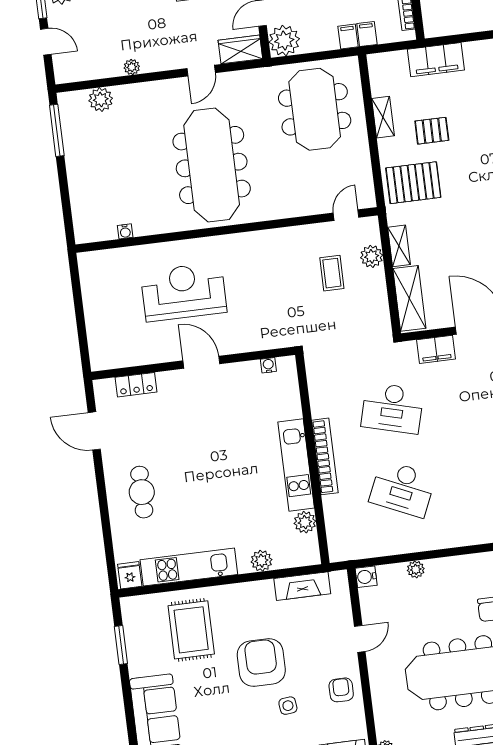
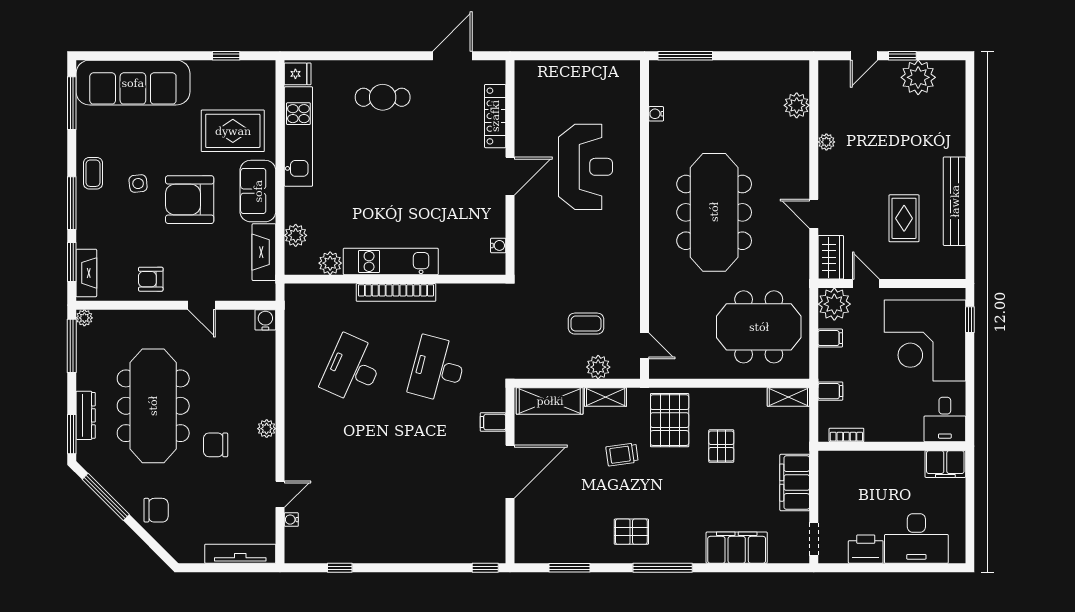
filing cabinet: (348, 37) -> (830, 338), moved
filing cabinet: (436, 60) -> (795, 483), moved
shelving: (383, 117) -> (788, 397), moved
window: (57, 130) -> (685, 56), moved
meeting table: (212, 165) -> (714, 212), turned 90
trolley: (451, 224) -> (622, 454), added
filing cabinet: (436, 349) -> (493, 422), width x0.50
locker: (136, 385) -> (495, 116), width x1.53
plant: (261, 561) -> (296, 235), moved
plant: (416, 569) -> (267, 429), moved
sofa: (245, 599) -> (258, 191), added
window: (121, 645) -> (226, 56), width x0.67
armchair: (261, 662) -> (190, 200), turned 180
armchair: (341, 690) -> (151, 279), turned 180
side table: (288, 706) -> (138, 184), moved

